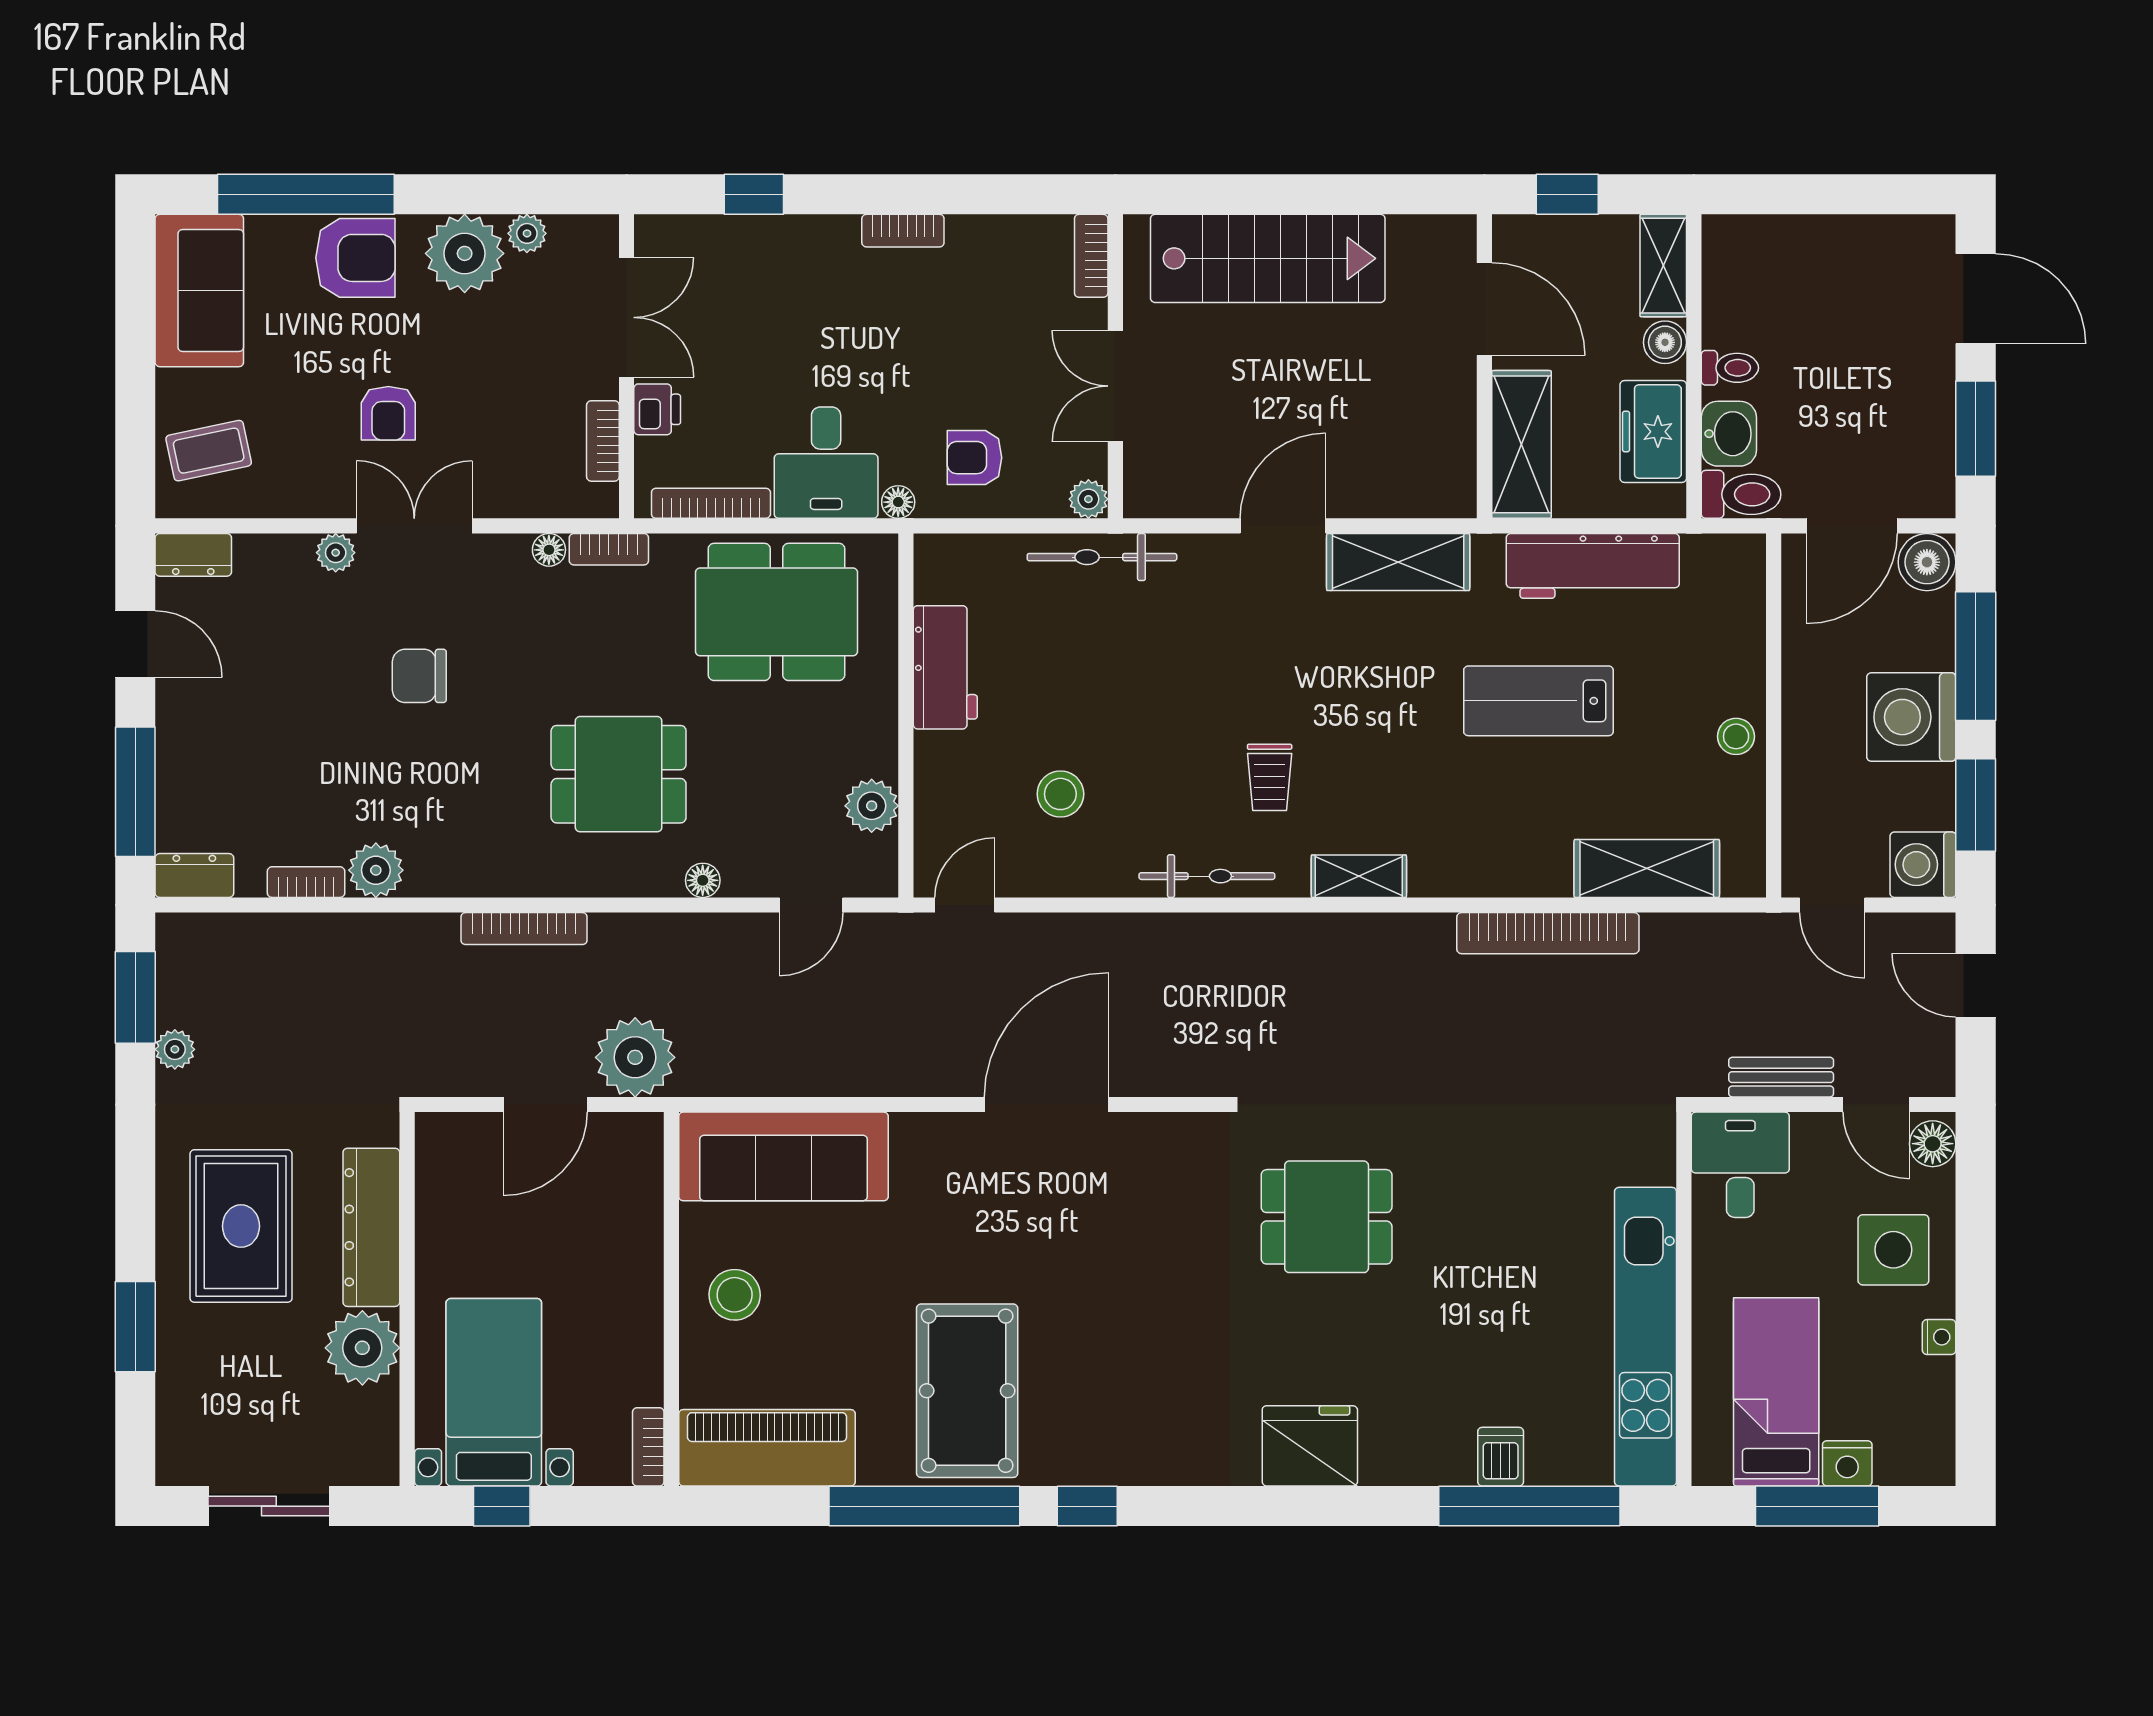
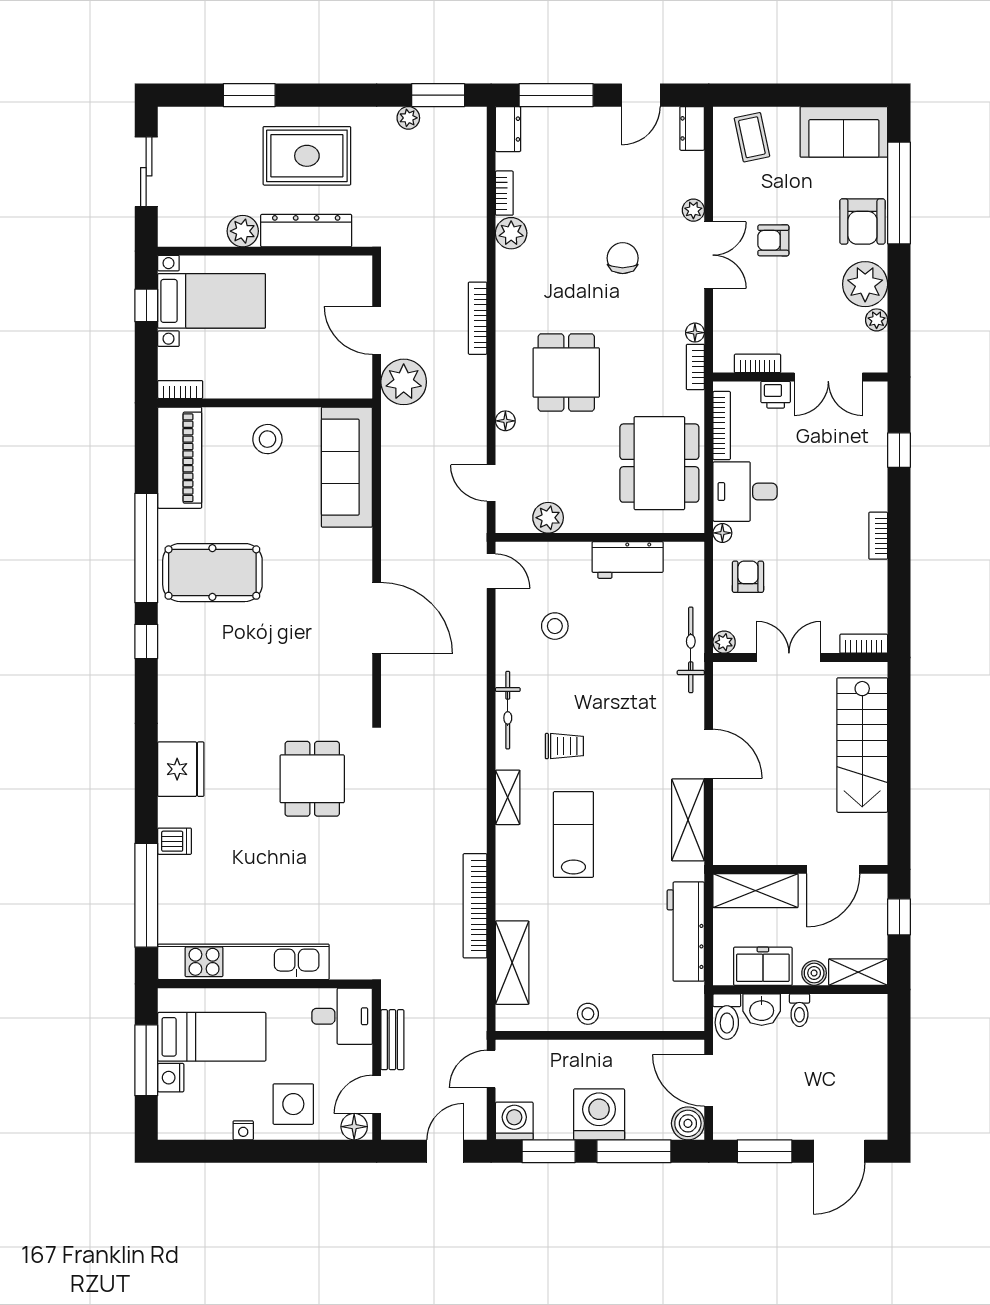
lab bench: (1538, 701) -> (573, 834), moved
trolley: (1270, 777) -> (564, 746), turned 180
plant: (362, 1348) -> (243, 231), width x0.73, depth x0.73
dishwasher: (1501, 1457) -> (175, 841), moved

